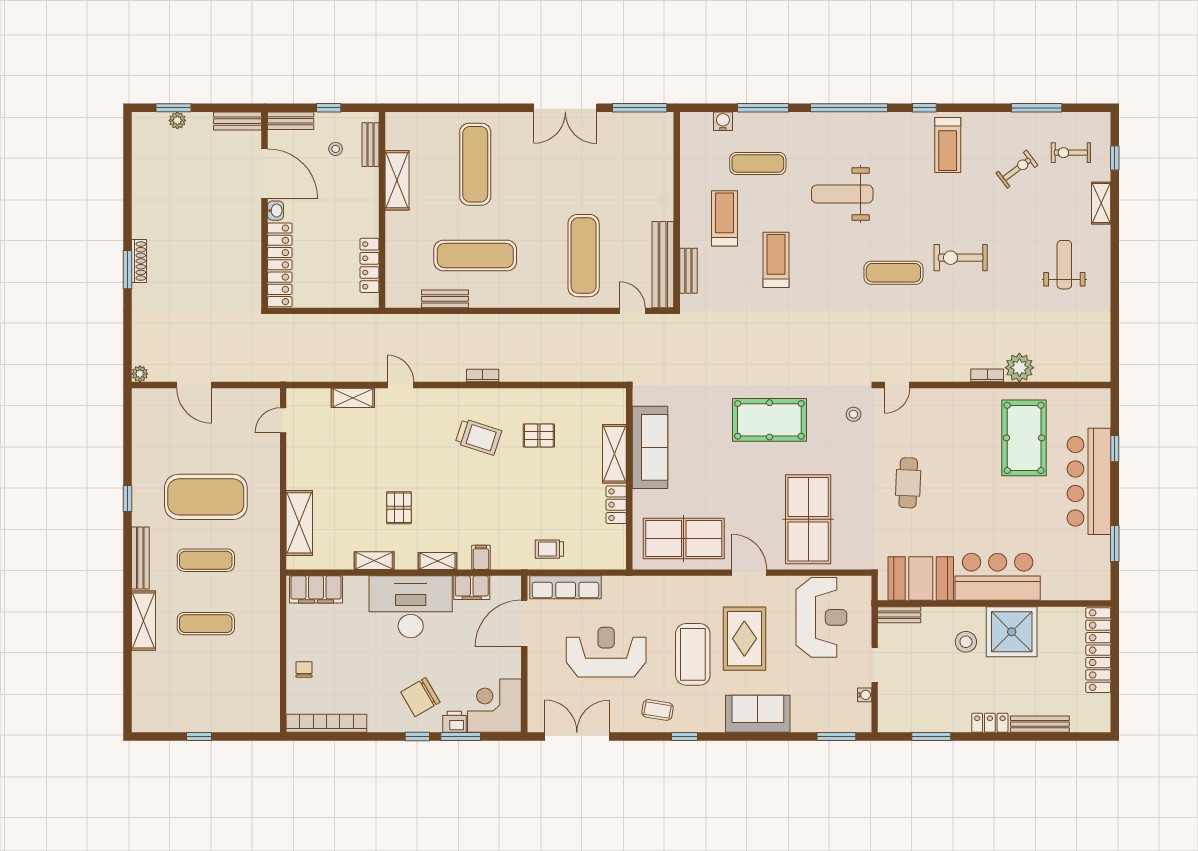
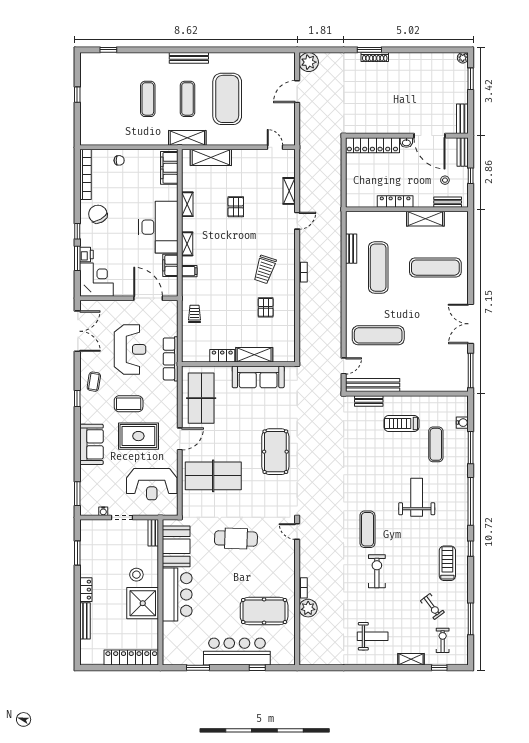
plant: (177, 120) -> (463, 58), moved
treadmill: (948, 145) -> (447, 563), turned 90
door: (265, 174) -> (429, 136), hinge flipped
treadmill: (724, 218) -> (401, 424), turned 180
treadmill: (776, 260) -> (375, 456), removed
locker: (370, 265) -> (395, 201), moved
plant: (140, 374) -> (309, 62), width x1.87, depth x1.87
stool: (853, 414) -> (279, 504), removed
cafe table: (908, 483) -> (236, 538), width x1.37, depth x1.35
window: (127, 499) -> (108, 50), moved
pallet: (399, 508) -> (236, 207), moved, turned 90
row of seats: (566, 587) -> (171, 359), moved
shelving: (144, 621) -> (187, 138), moved
coffee table: (693, 654) -> (129, 404), width x0.73, depth x0.76
chair: (420, 697) -> (98, 214), moved

